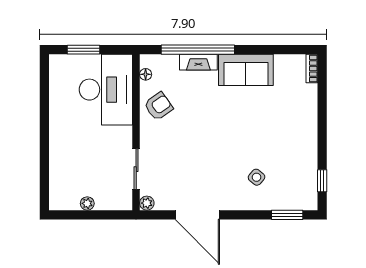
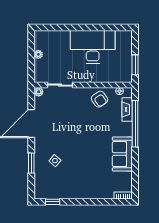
window: (83, 50) -> (135, 65), moved
fireplace: (198, 62) -> (127, 109), moved
desk: (106, 90) -> (93, 47), moved, turned 180
window: (287, 215) -> (31, 163), moved

